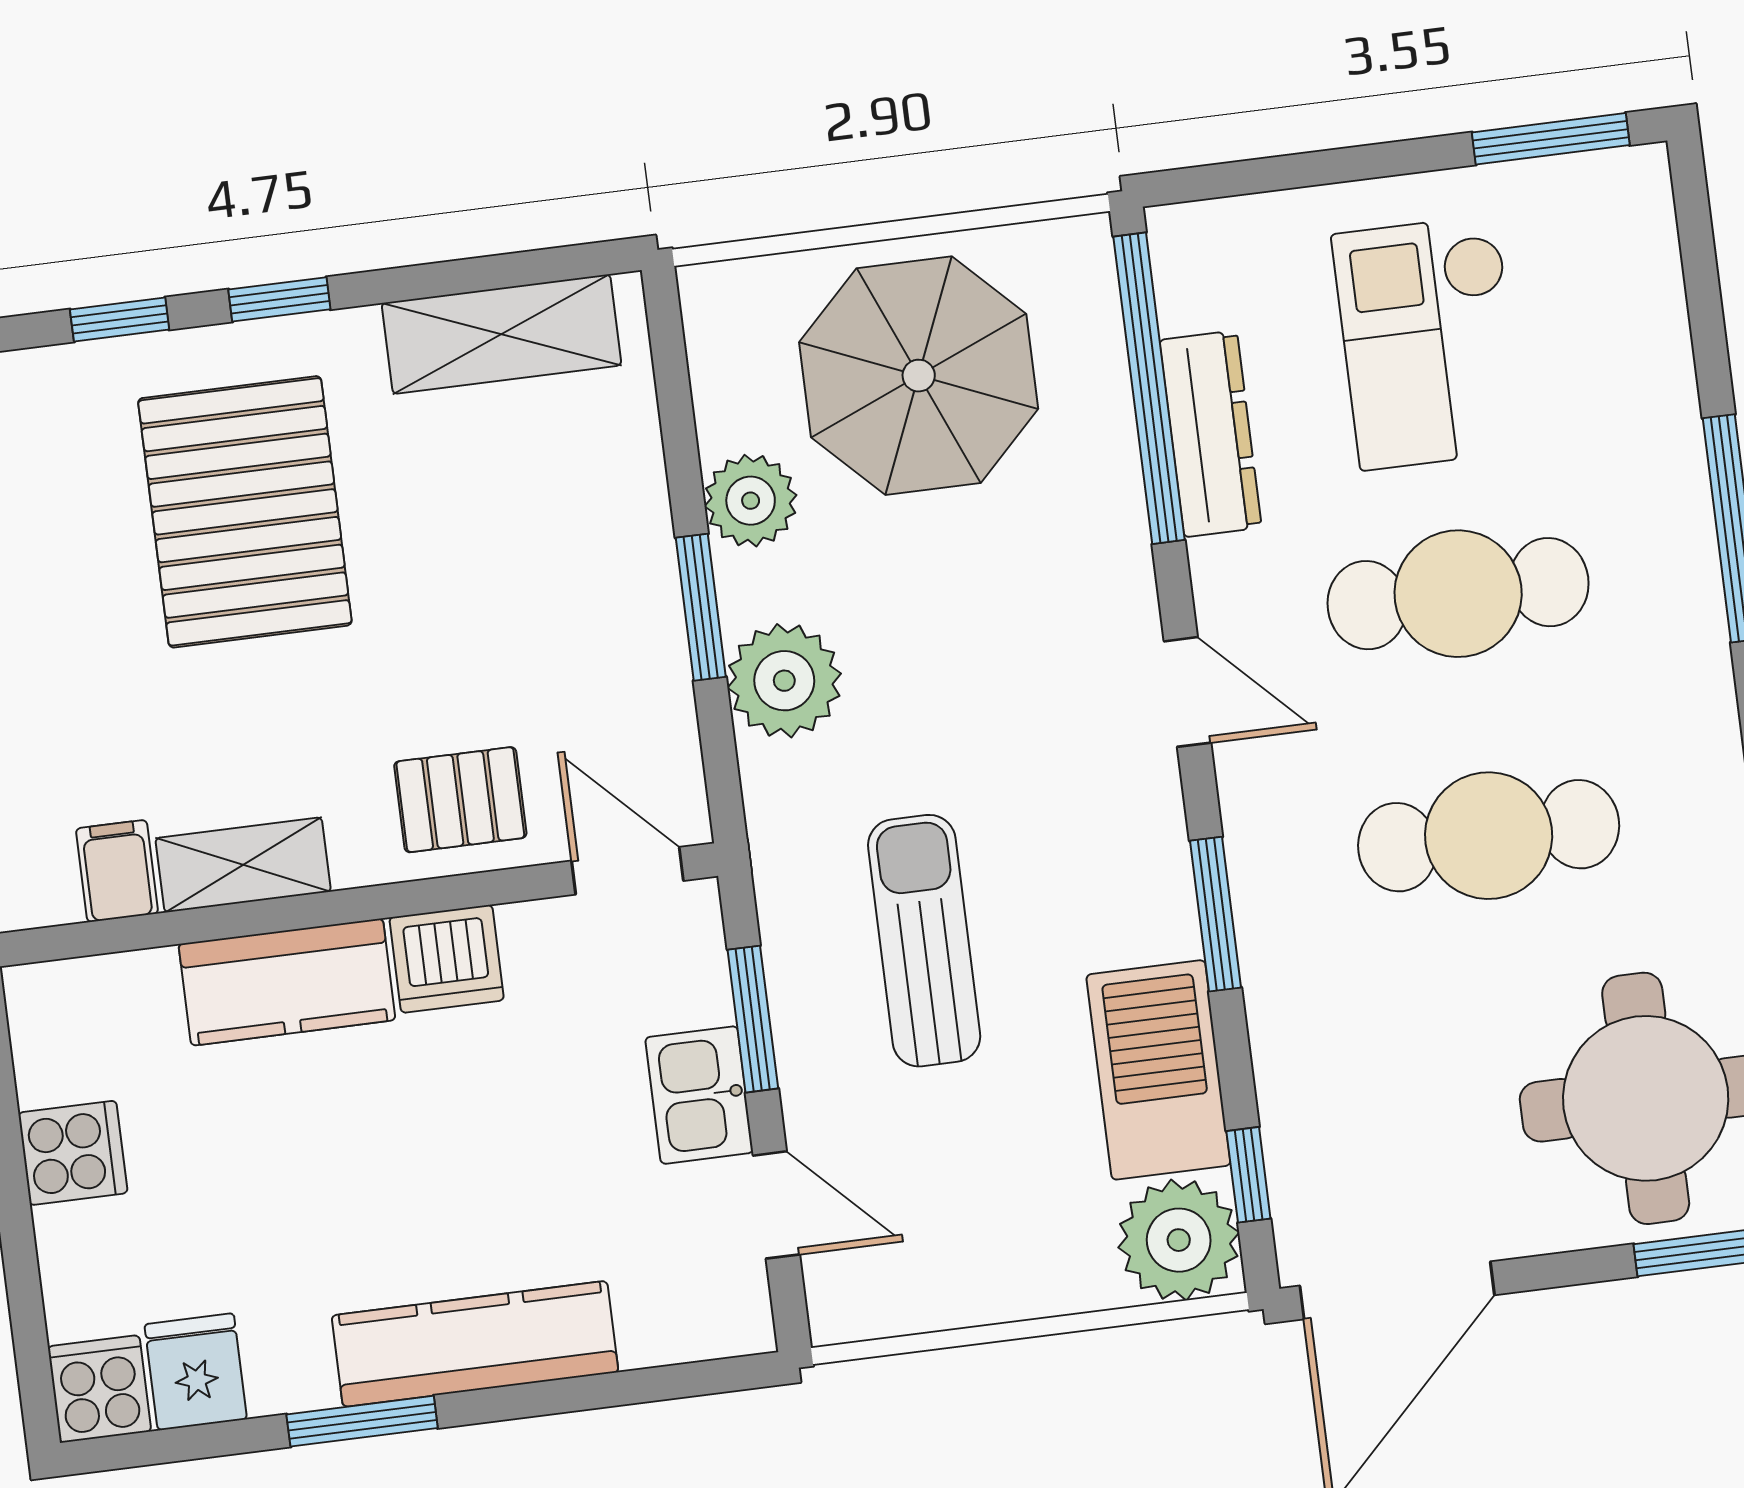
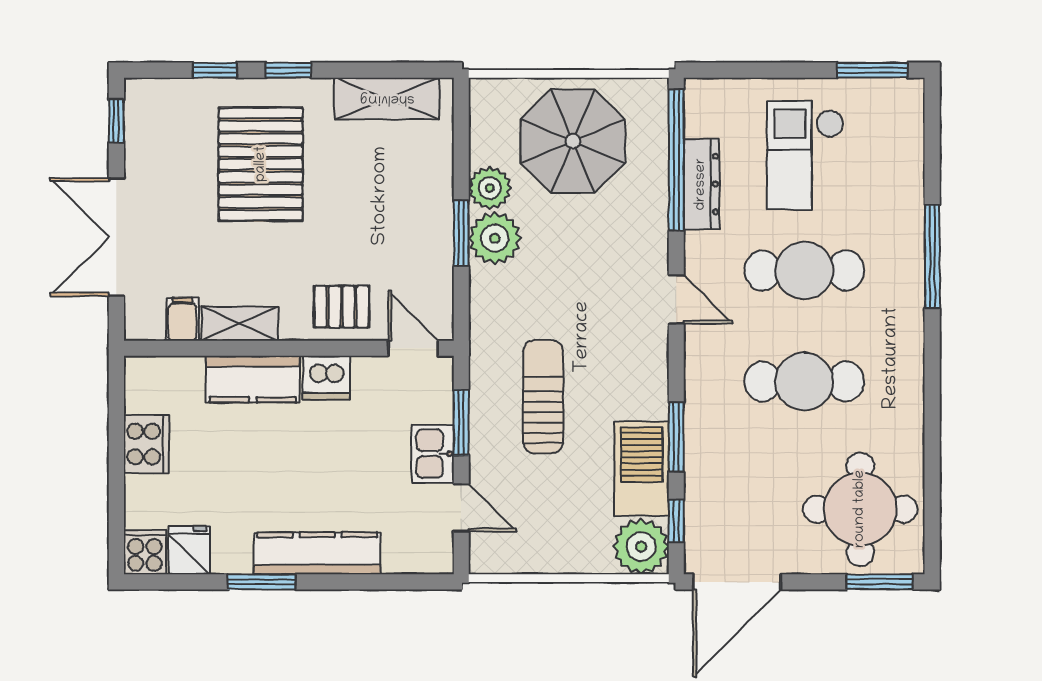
plant: (784, 681) -> (495, 238), moved
window: (1215, 914) -> (676, 437), moved
cooker: (73, 1153) -> (146, 444), width x1.36

